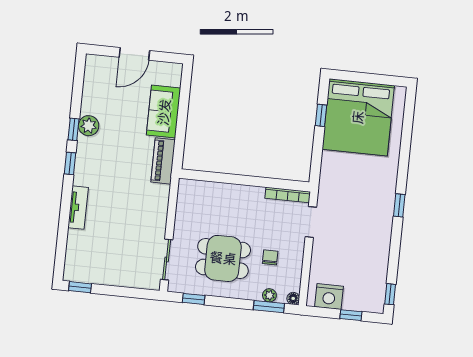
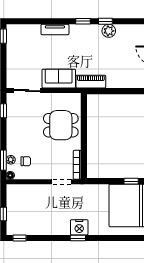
sofa: (164, 112) -> (59, 79), moved
chair: (270, 257) -> (26, 161), moved
dining table: (223, 258) -> (61, 125), moved, turned 90
nightstand: (329, 296) -> (79, 227), moved, turned -90

